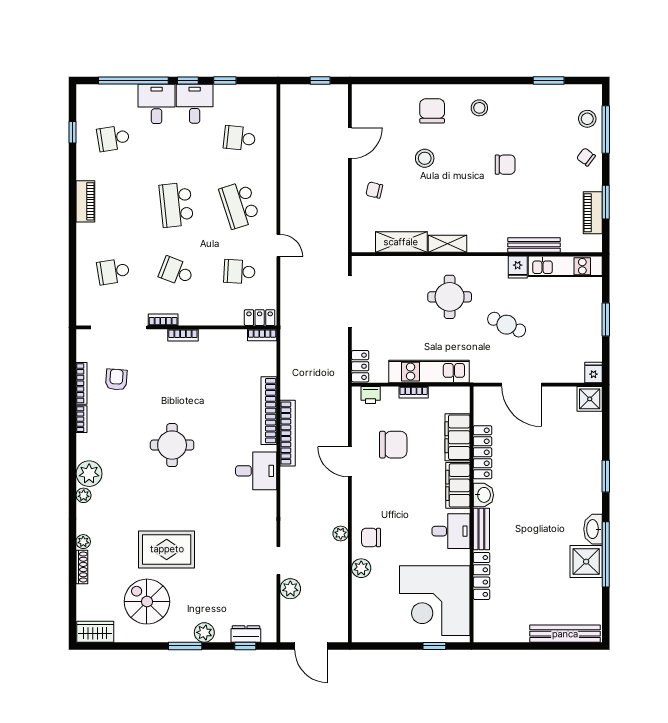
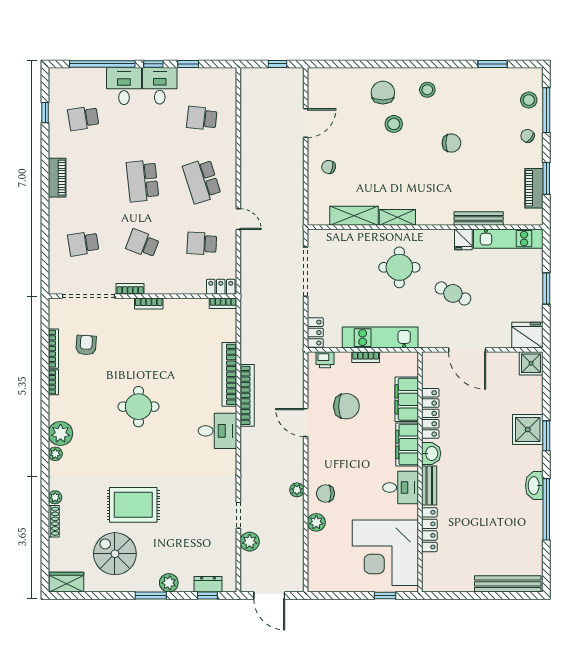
stool: (425, 158) -> (394, 124), moved
fridge: (594, 372) -> (527, 335), width x1.88, depth x1.34
shower: (586, 562) -> (528, 430), moved

